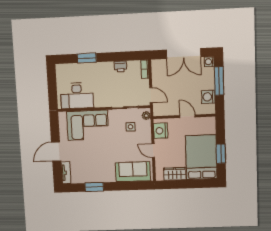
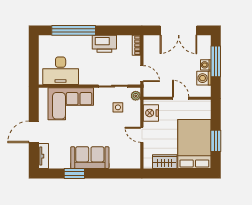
window: (87, 58) -> (74, 30), width x2.11
washing machine: (209, 62) -> (206, 65), moved
printer: (120, 66) -> (104, 44), width x1.87, depth x1.48
sofa: (133, 172) -> (90, 158), moved

